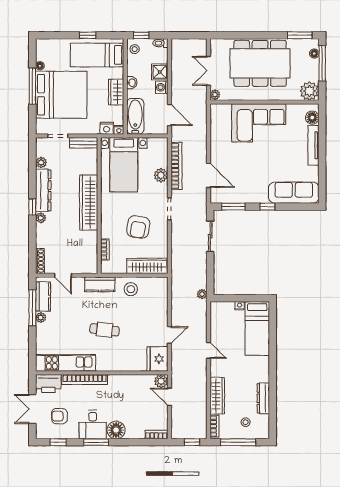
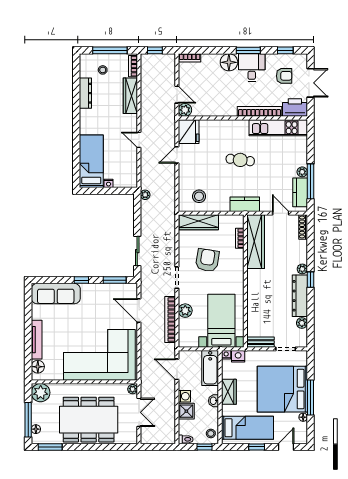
door: (57, 35) -> (286, 447), added
corner sofa: (259, 123) -> (99, 355), width x1.36, depth x1.36
wardrobe: (89, 203) -> (256, 242), moved
stool: (131, 289) -> (199, 196), moved

